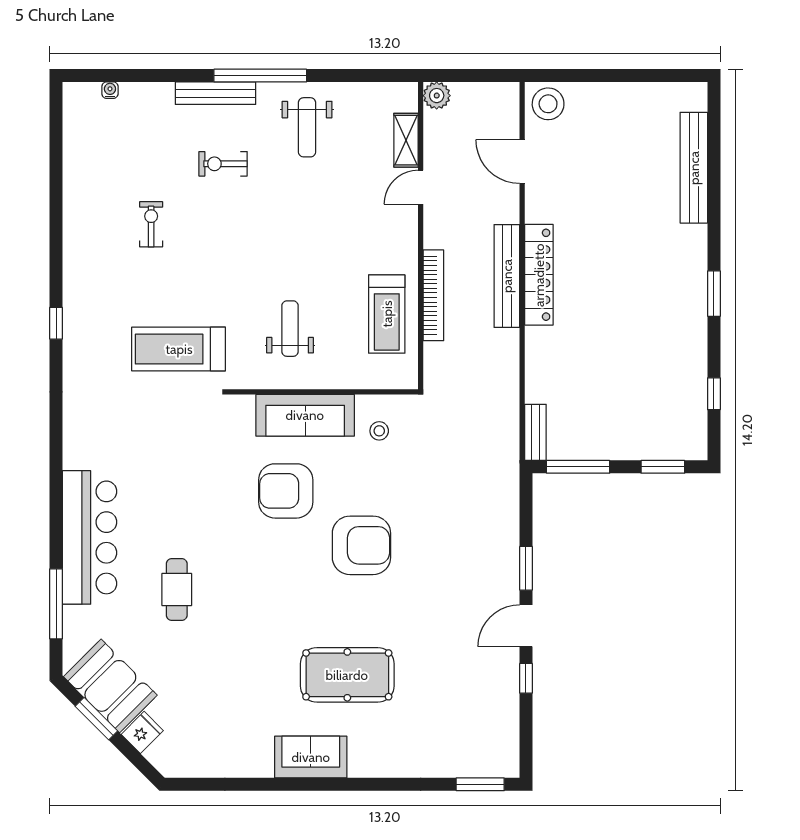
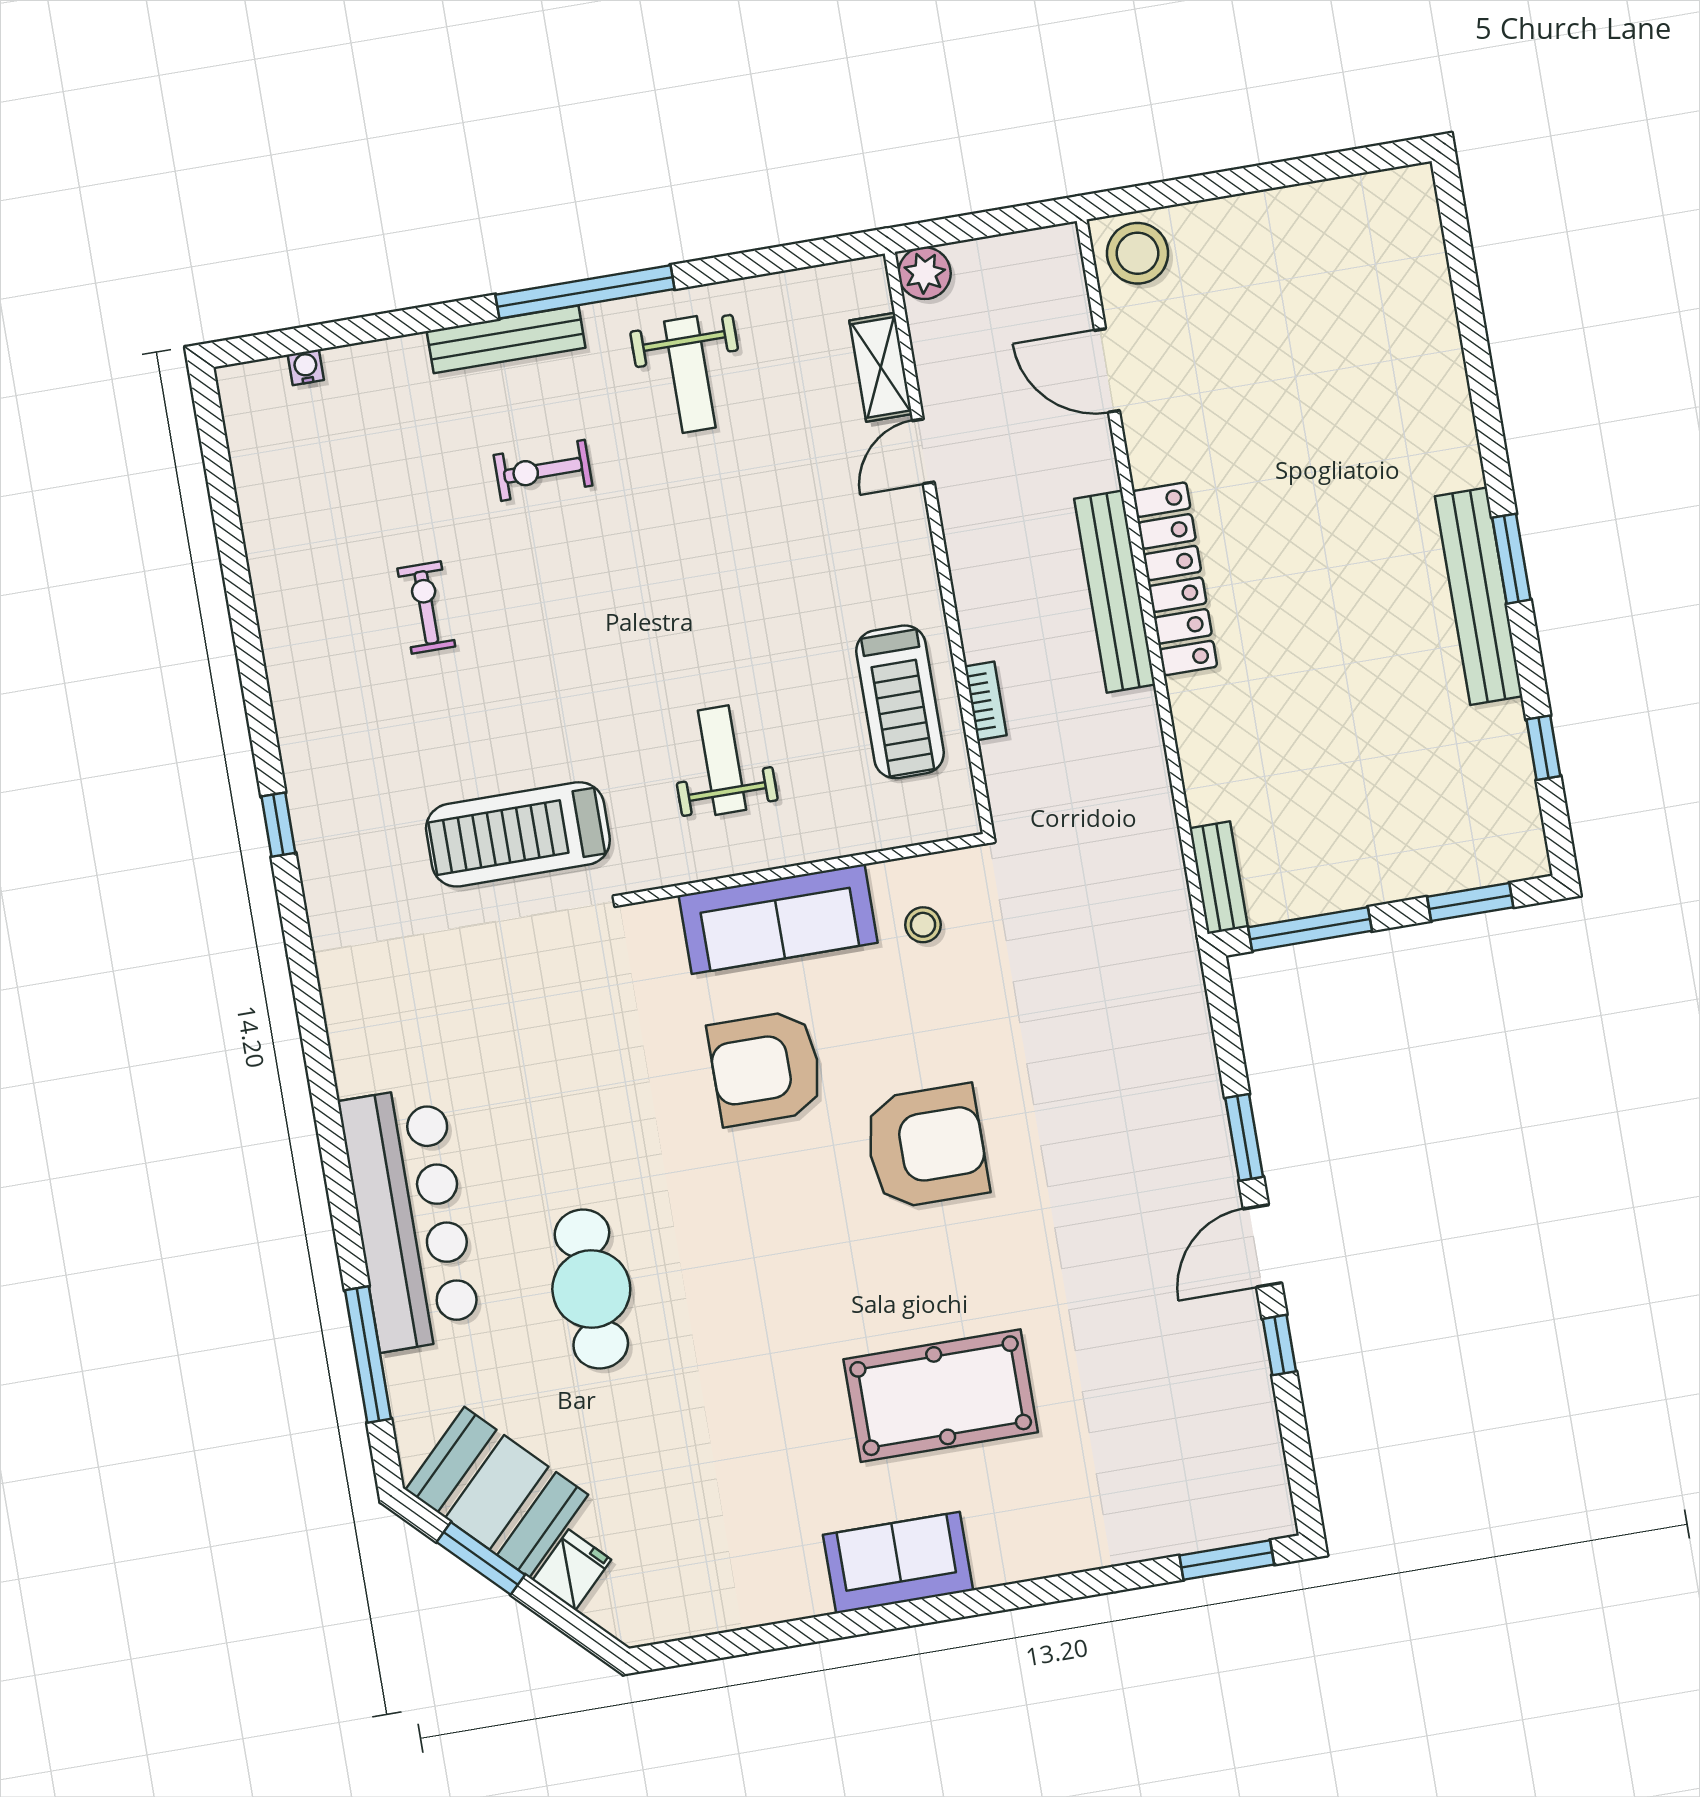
bench: (694, 168) -> (1479, 596), moved
bookcase: (433, 295) -> (986, 701), width x0.43, depth x0.76
cafe table: (177, 590) -> (591, 1289), width x1.37, depth x1.35

